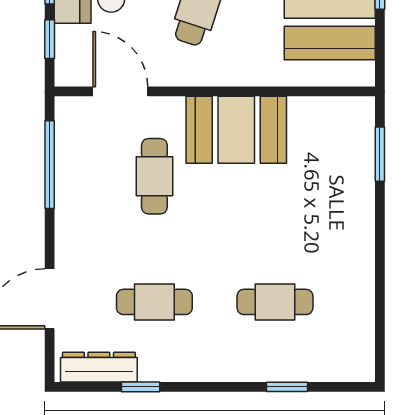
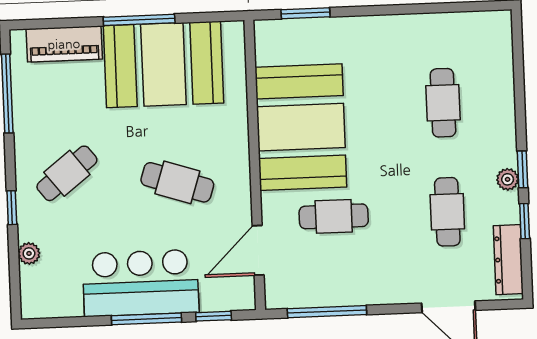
booth: (236, 130) -> (301, 127), width x1.36, depth x1.42
plant: (188, 370) -> (508, 179), added
window: (287, 387) -> (523, 169), moved

